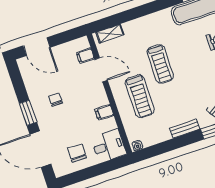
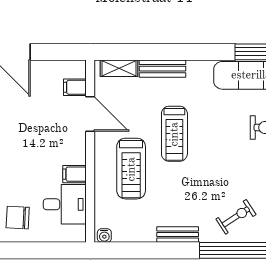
bench: (138, 24) -> (162, 69), added
chair: (56, 100) -> (13, 134), removed
desk: (109, 146) -> (65, 204), moved
chair: (77, 153) -> (18, 218), turned -87

